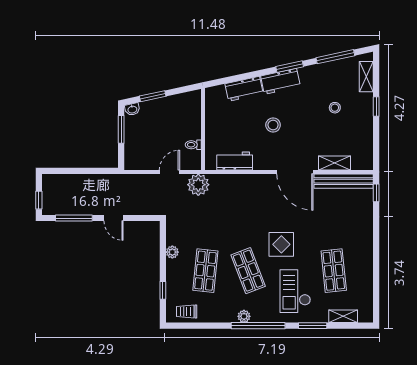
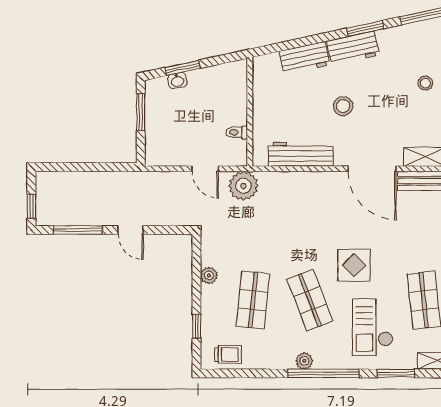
washbasin: (132, 109) -> (177, 81), moved
workbench: (235, 161) -> (301, 154), width x1.38
door: (169, 172) -> (205, 169), swing flipped
trolley: (187, 311) -> (228, 355), turned 180

